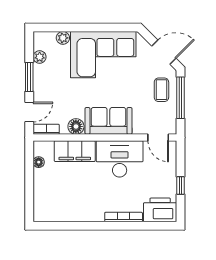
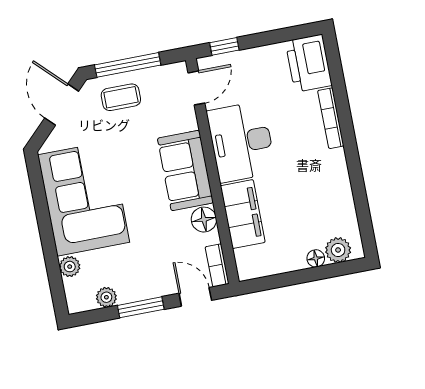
floor lamp: (39, 162) -> (316, 258), moved
window: (181, 186) -> (224, 46), moved
plant: (41, 206) -> (338, 250), added

